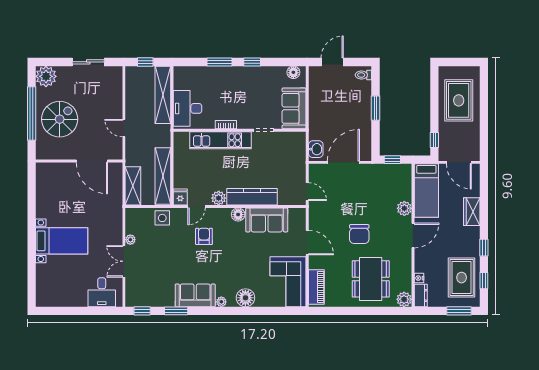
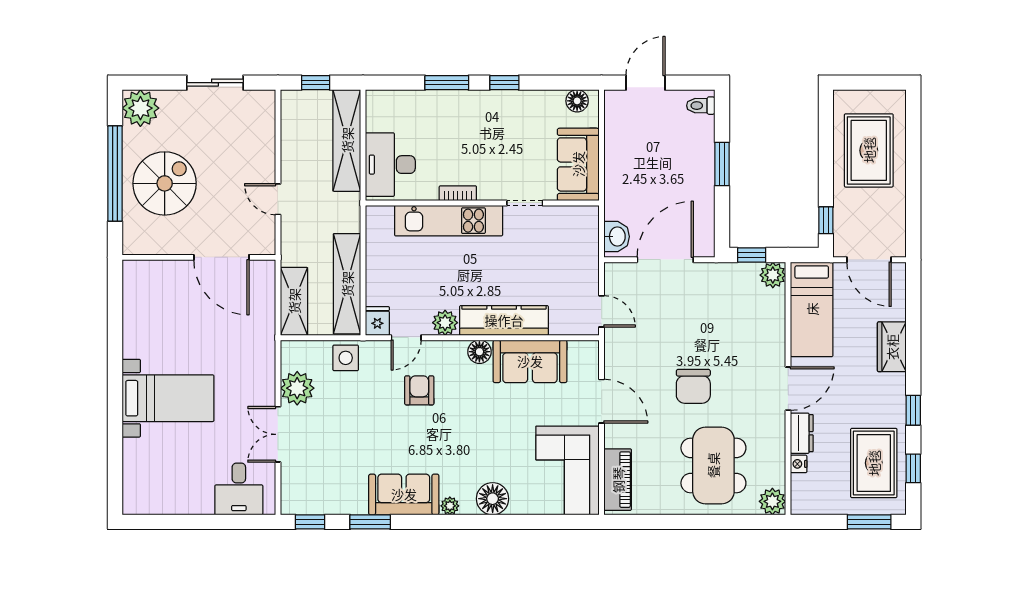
plant: (404, 208) -> (773, 275), moved
plant: (130, 240) -> (297, 388), width x1.88, depth x1.88
dresser: (421, 295) -> (802, 433), moved

